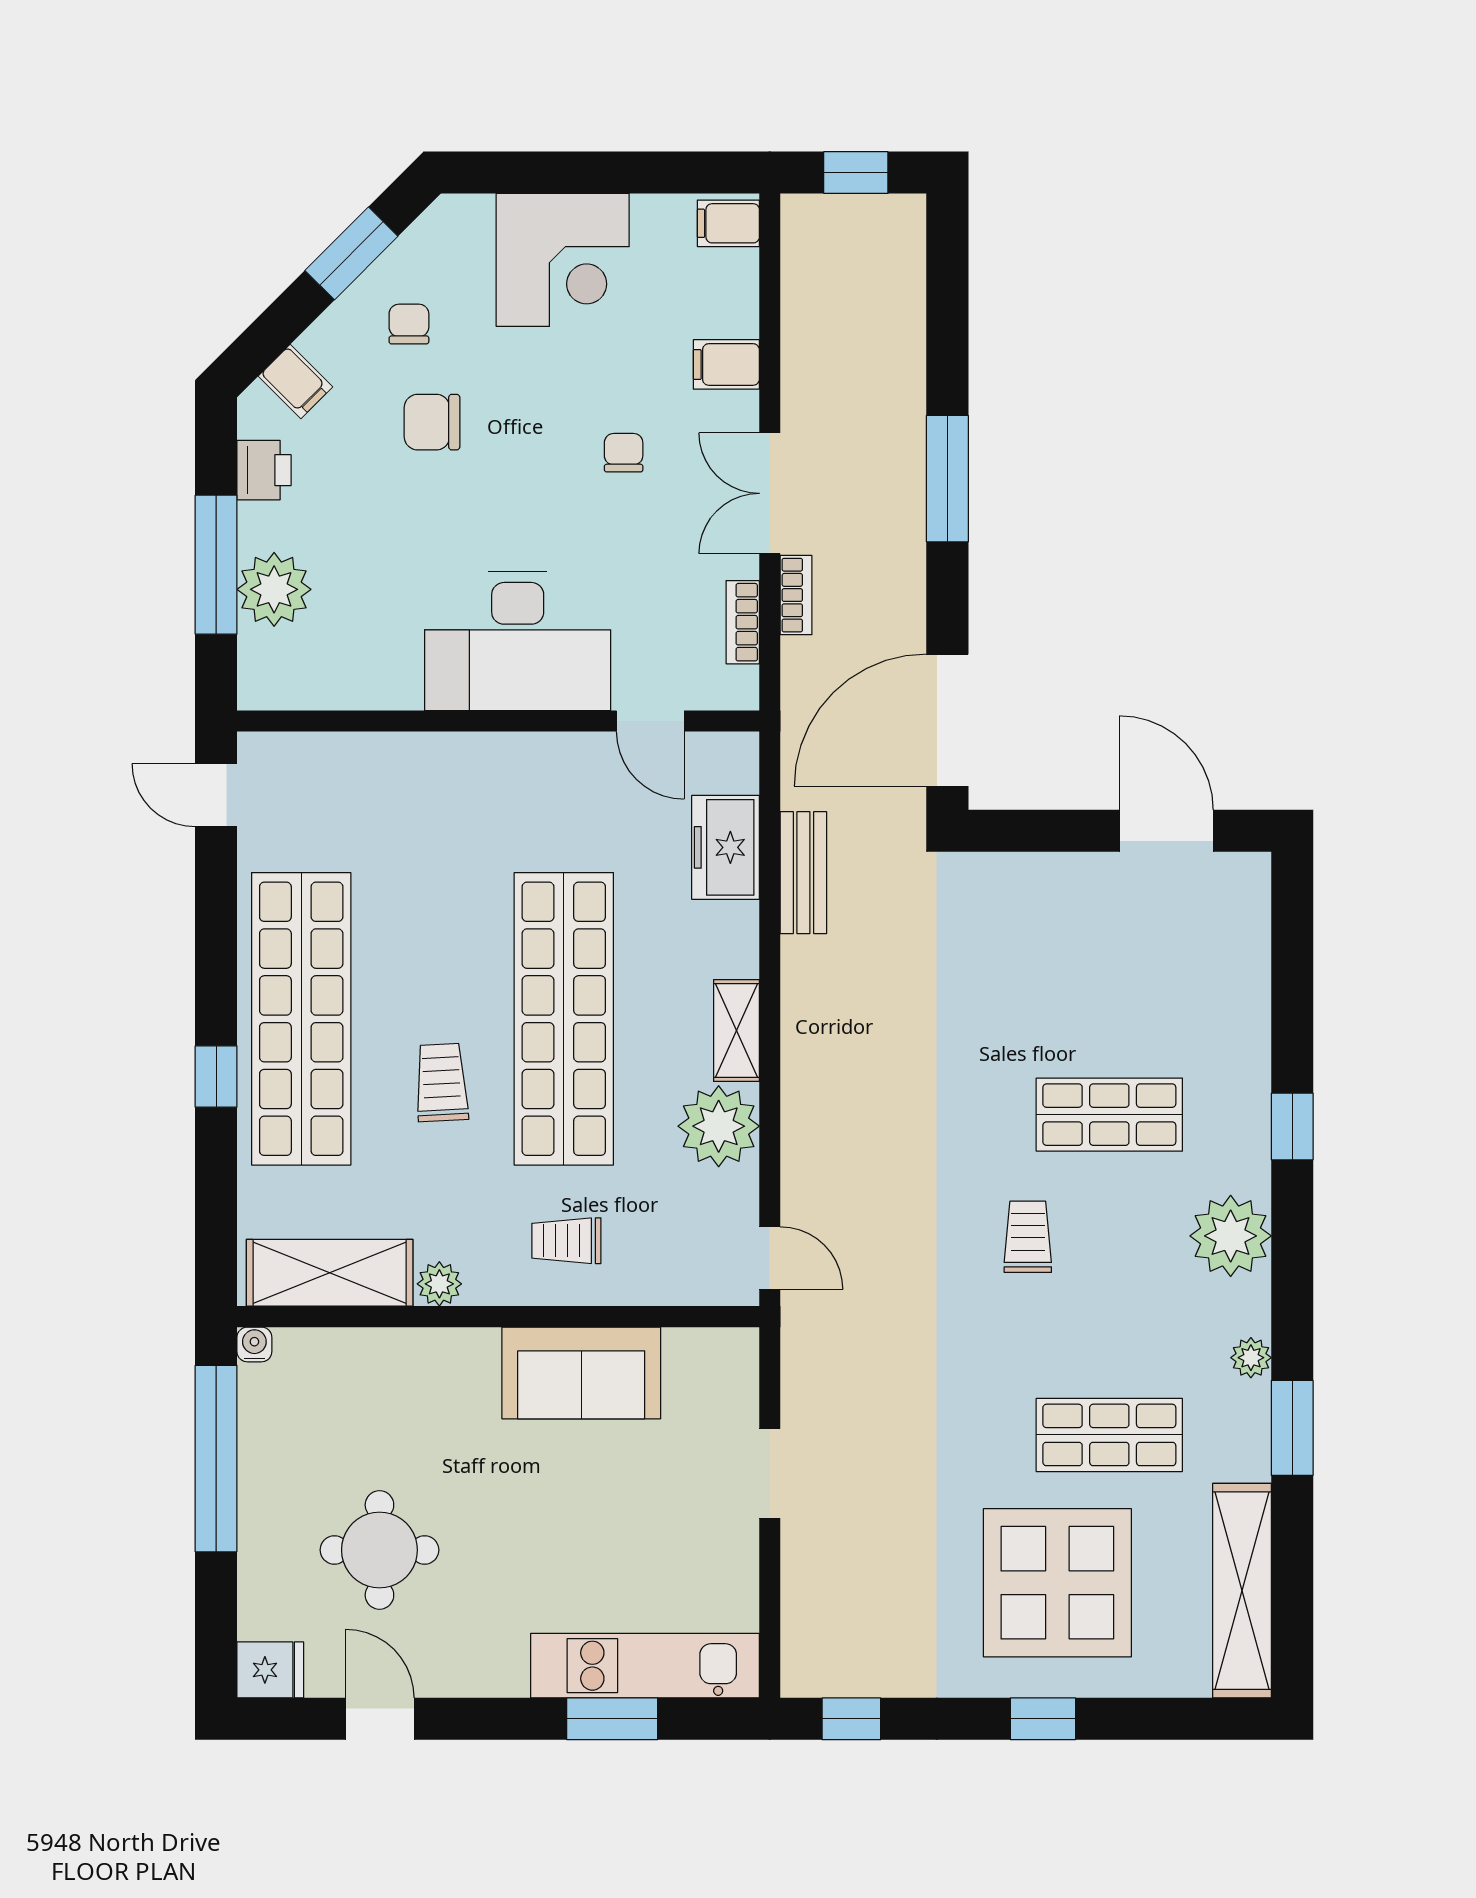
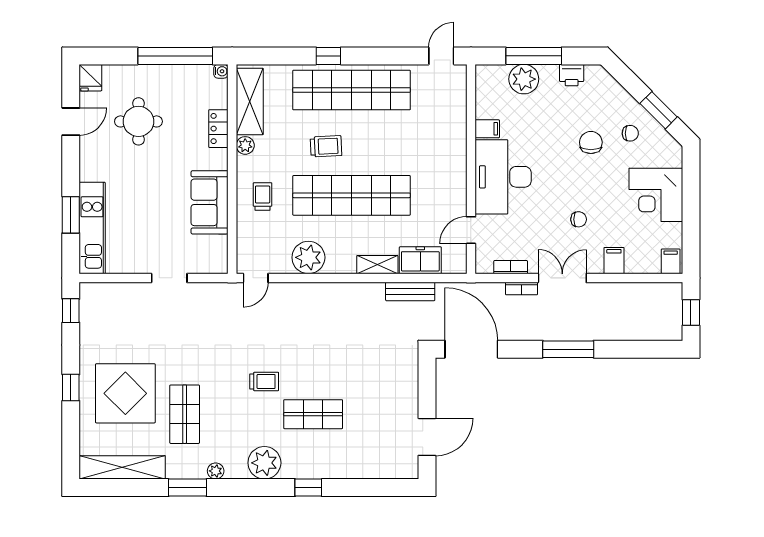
filing cabinet: (296, 381) -> (487, 129), moved, turned -135
shelving: (736, 1031) -> (377, 265), moved
shop shelf: (1109, 1115) -> (313, 414), turned 90
locker: (397, 1351) -> (218, 129), added

